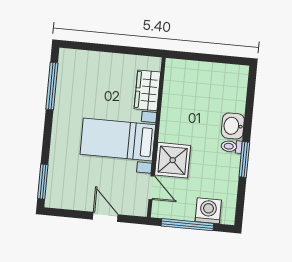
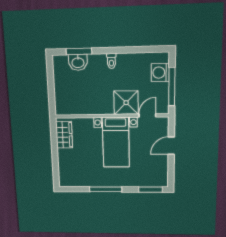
window: (52, 86) -> (106, 189), moved
wardrobe: (147, 90) -> (64, 135), moved, turned -90
washbasin: (233, 126) -> (78, 62), moved
window: (244, 159) -> (79, 51), moved

